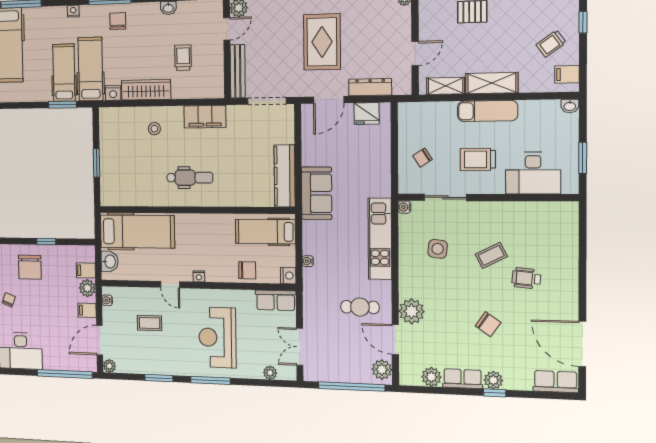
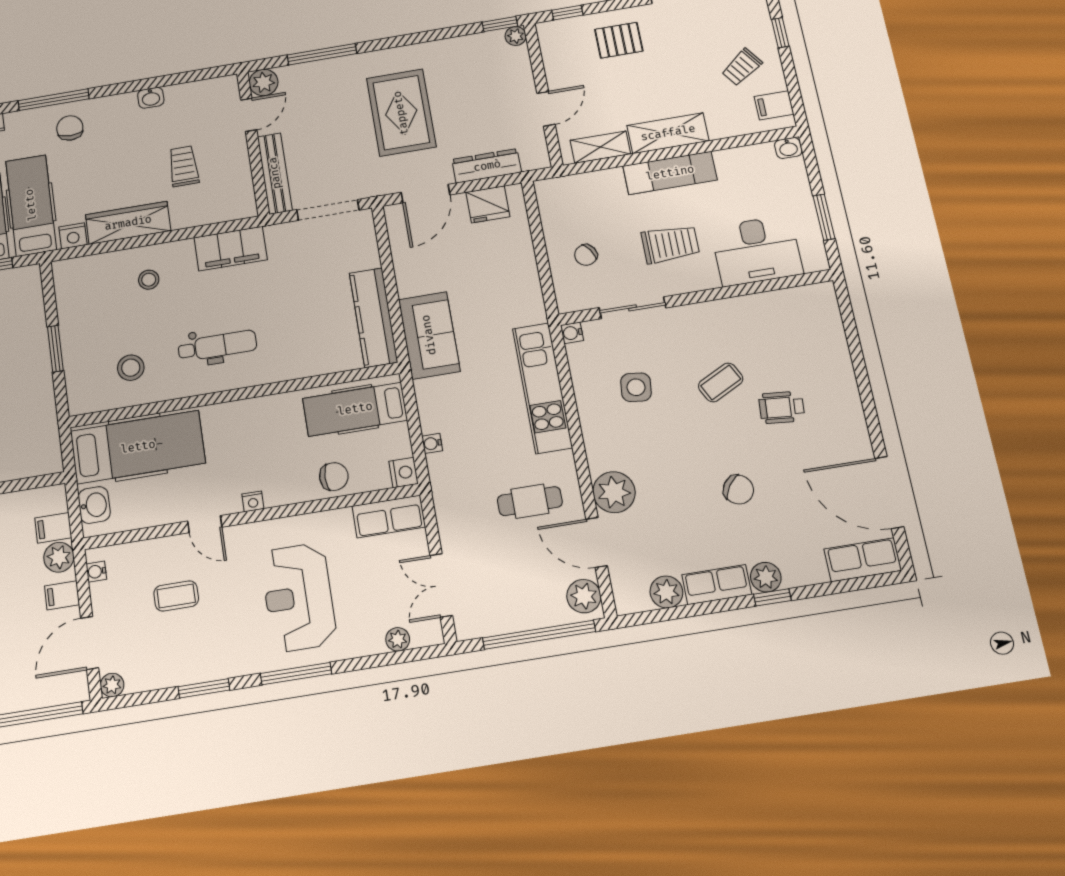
trolley: (478, 159) -> (670, 244), turned 180
stool: (138, 182) -> (131, 368), added

